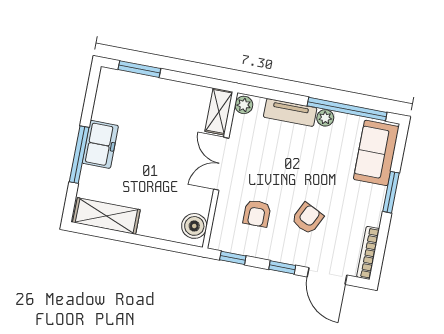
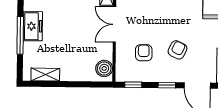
armchair: (257, 213) -> (144, 53), turned 180
shelving: (106, 216) -> (45, 75), width x0.67, depth x0.75

